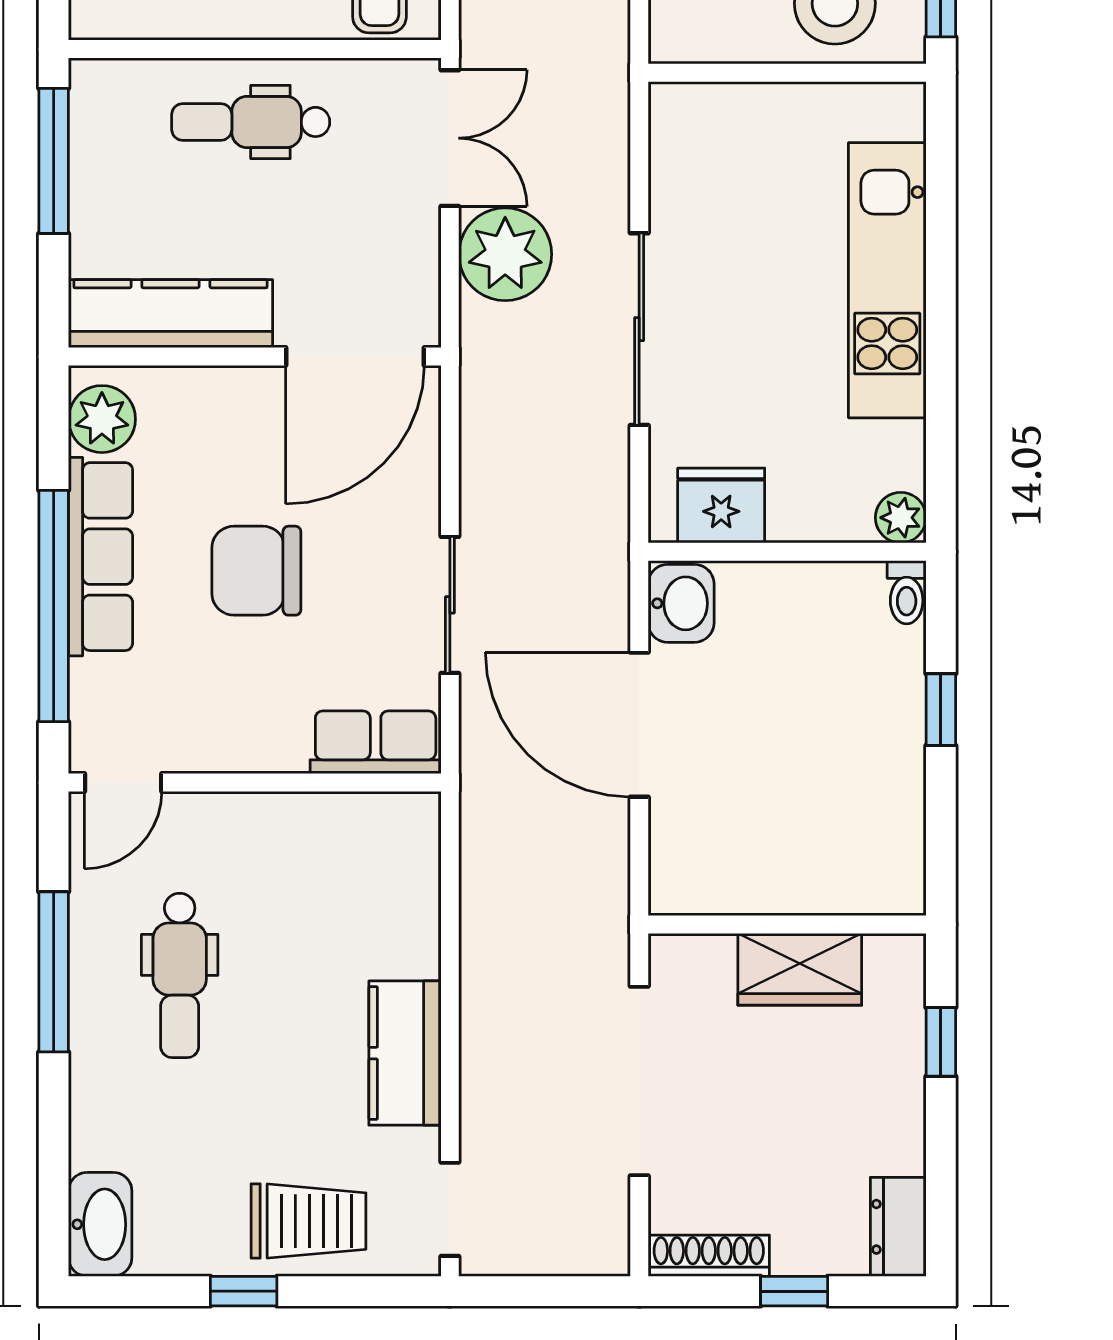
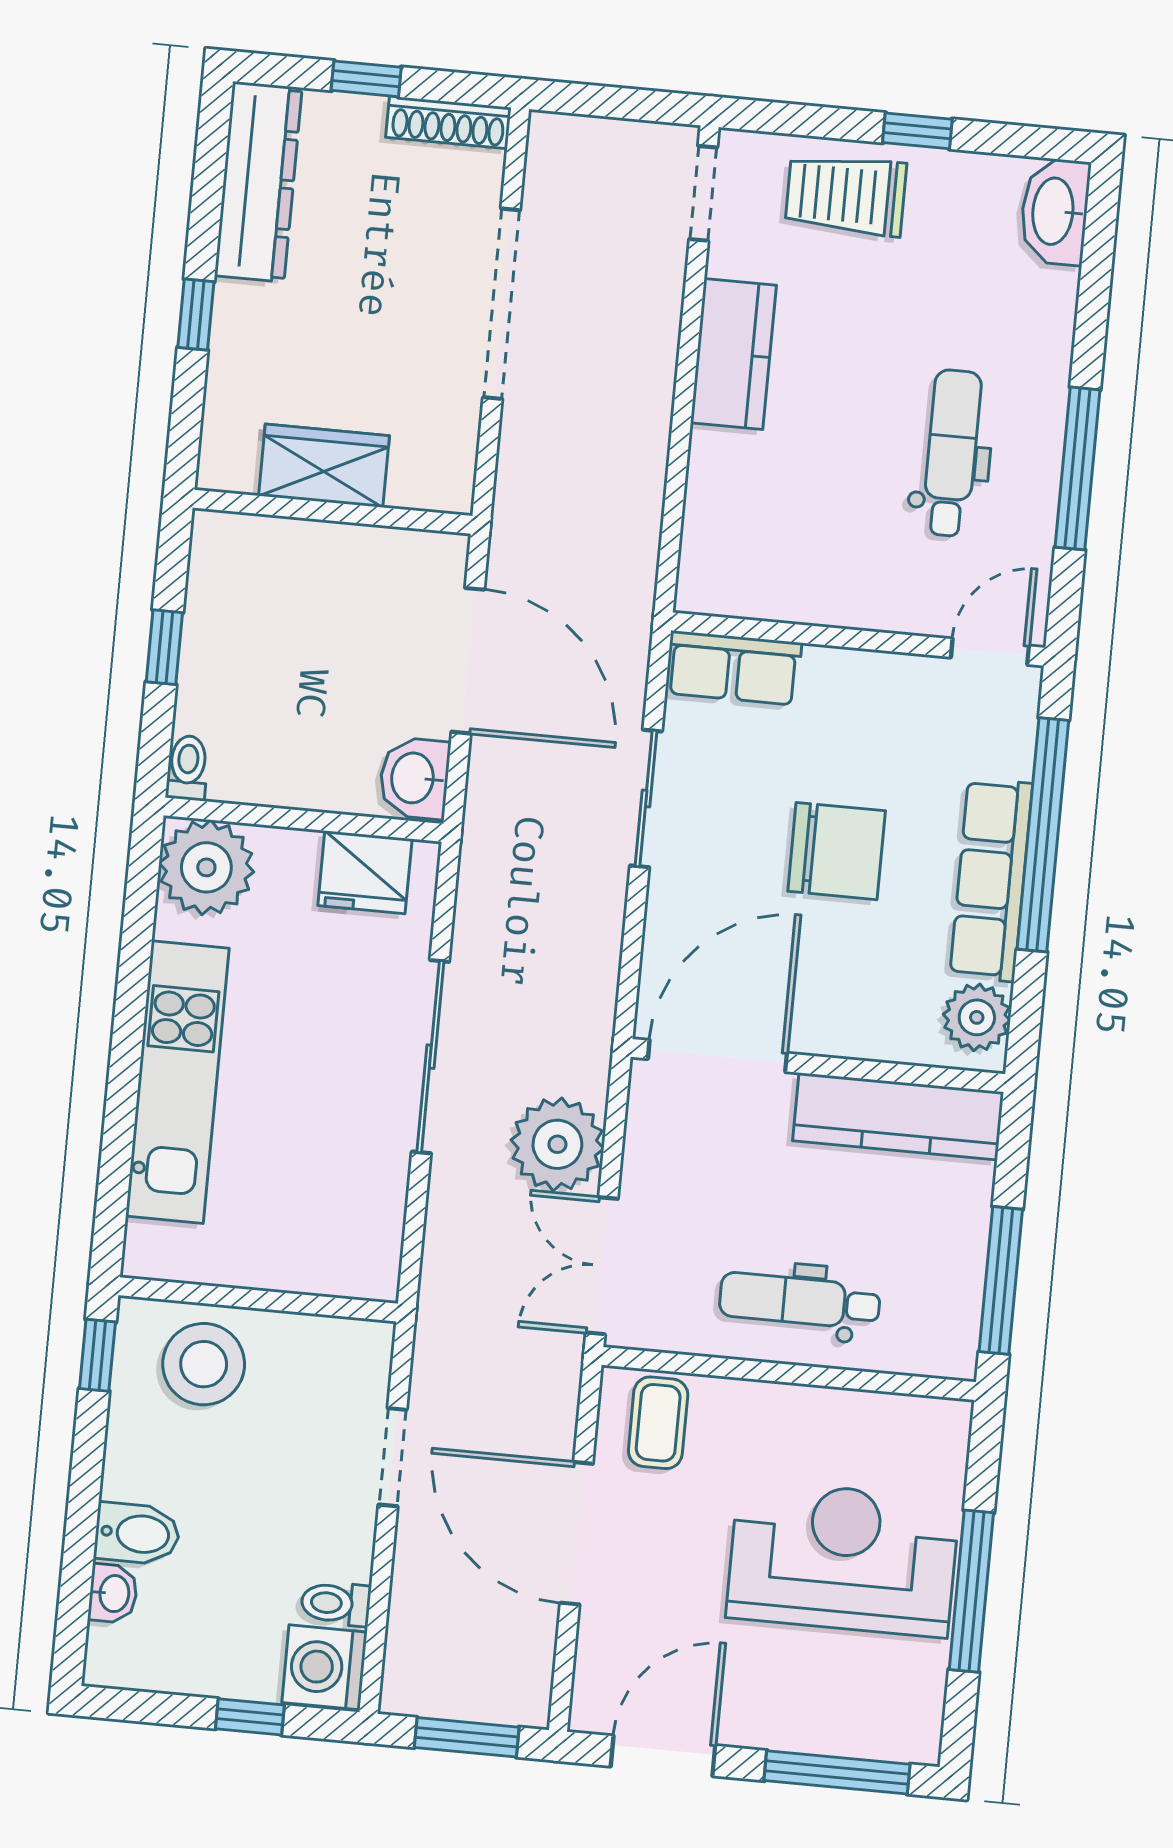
dental chair: (251, 122) -> (800, 1301), turned 180
plant: (901, 518) -> (206, 867), width x1.88, depth x1.88
wall: (787, 924) -> (333, 512), moved
wardrobe: (800, 969) -> (324, 466), moved
dresser: (898, 1227) -> (258, 182), width x1.96, depth x1.24

